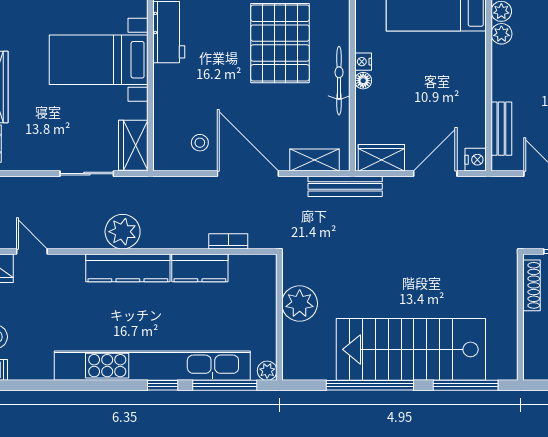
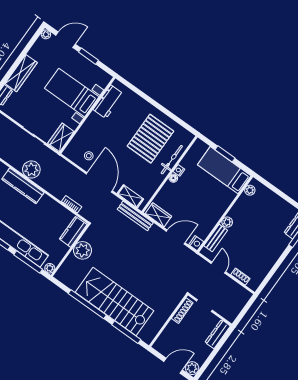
plant: (501, 34) -> (227, 222), moved
bicycle: (339, 81) -> (172, 160), moved
kitchen counter: (200, 268) -> (73, 232), moved, turned 90

